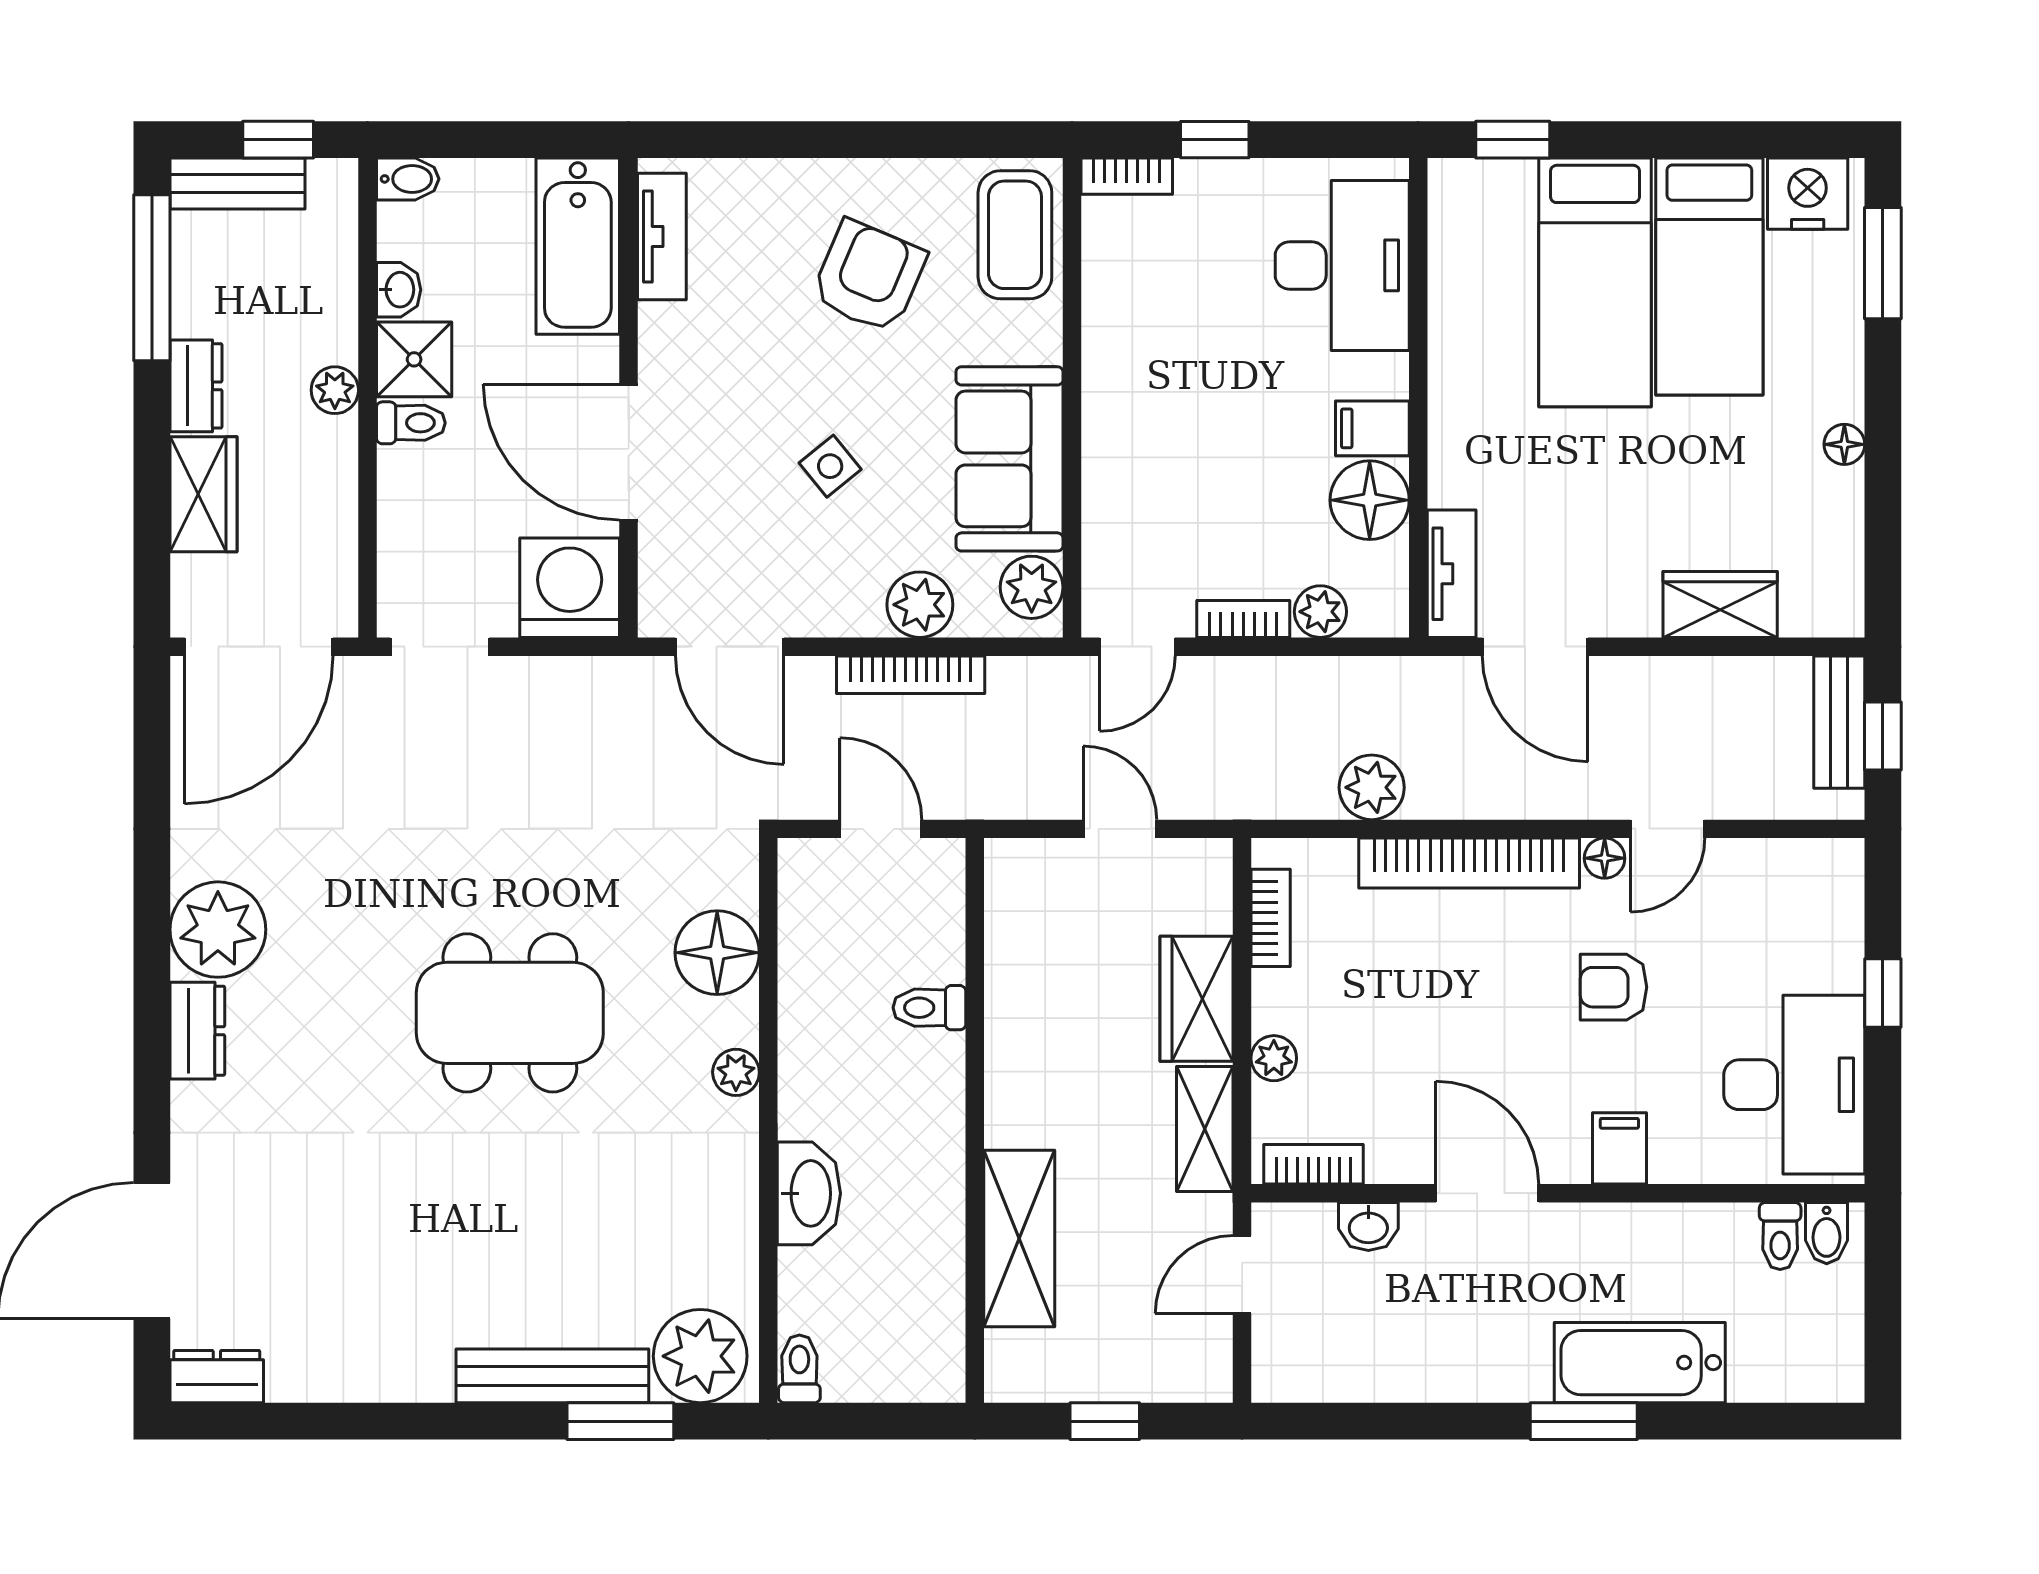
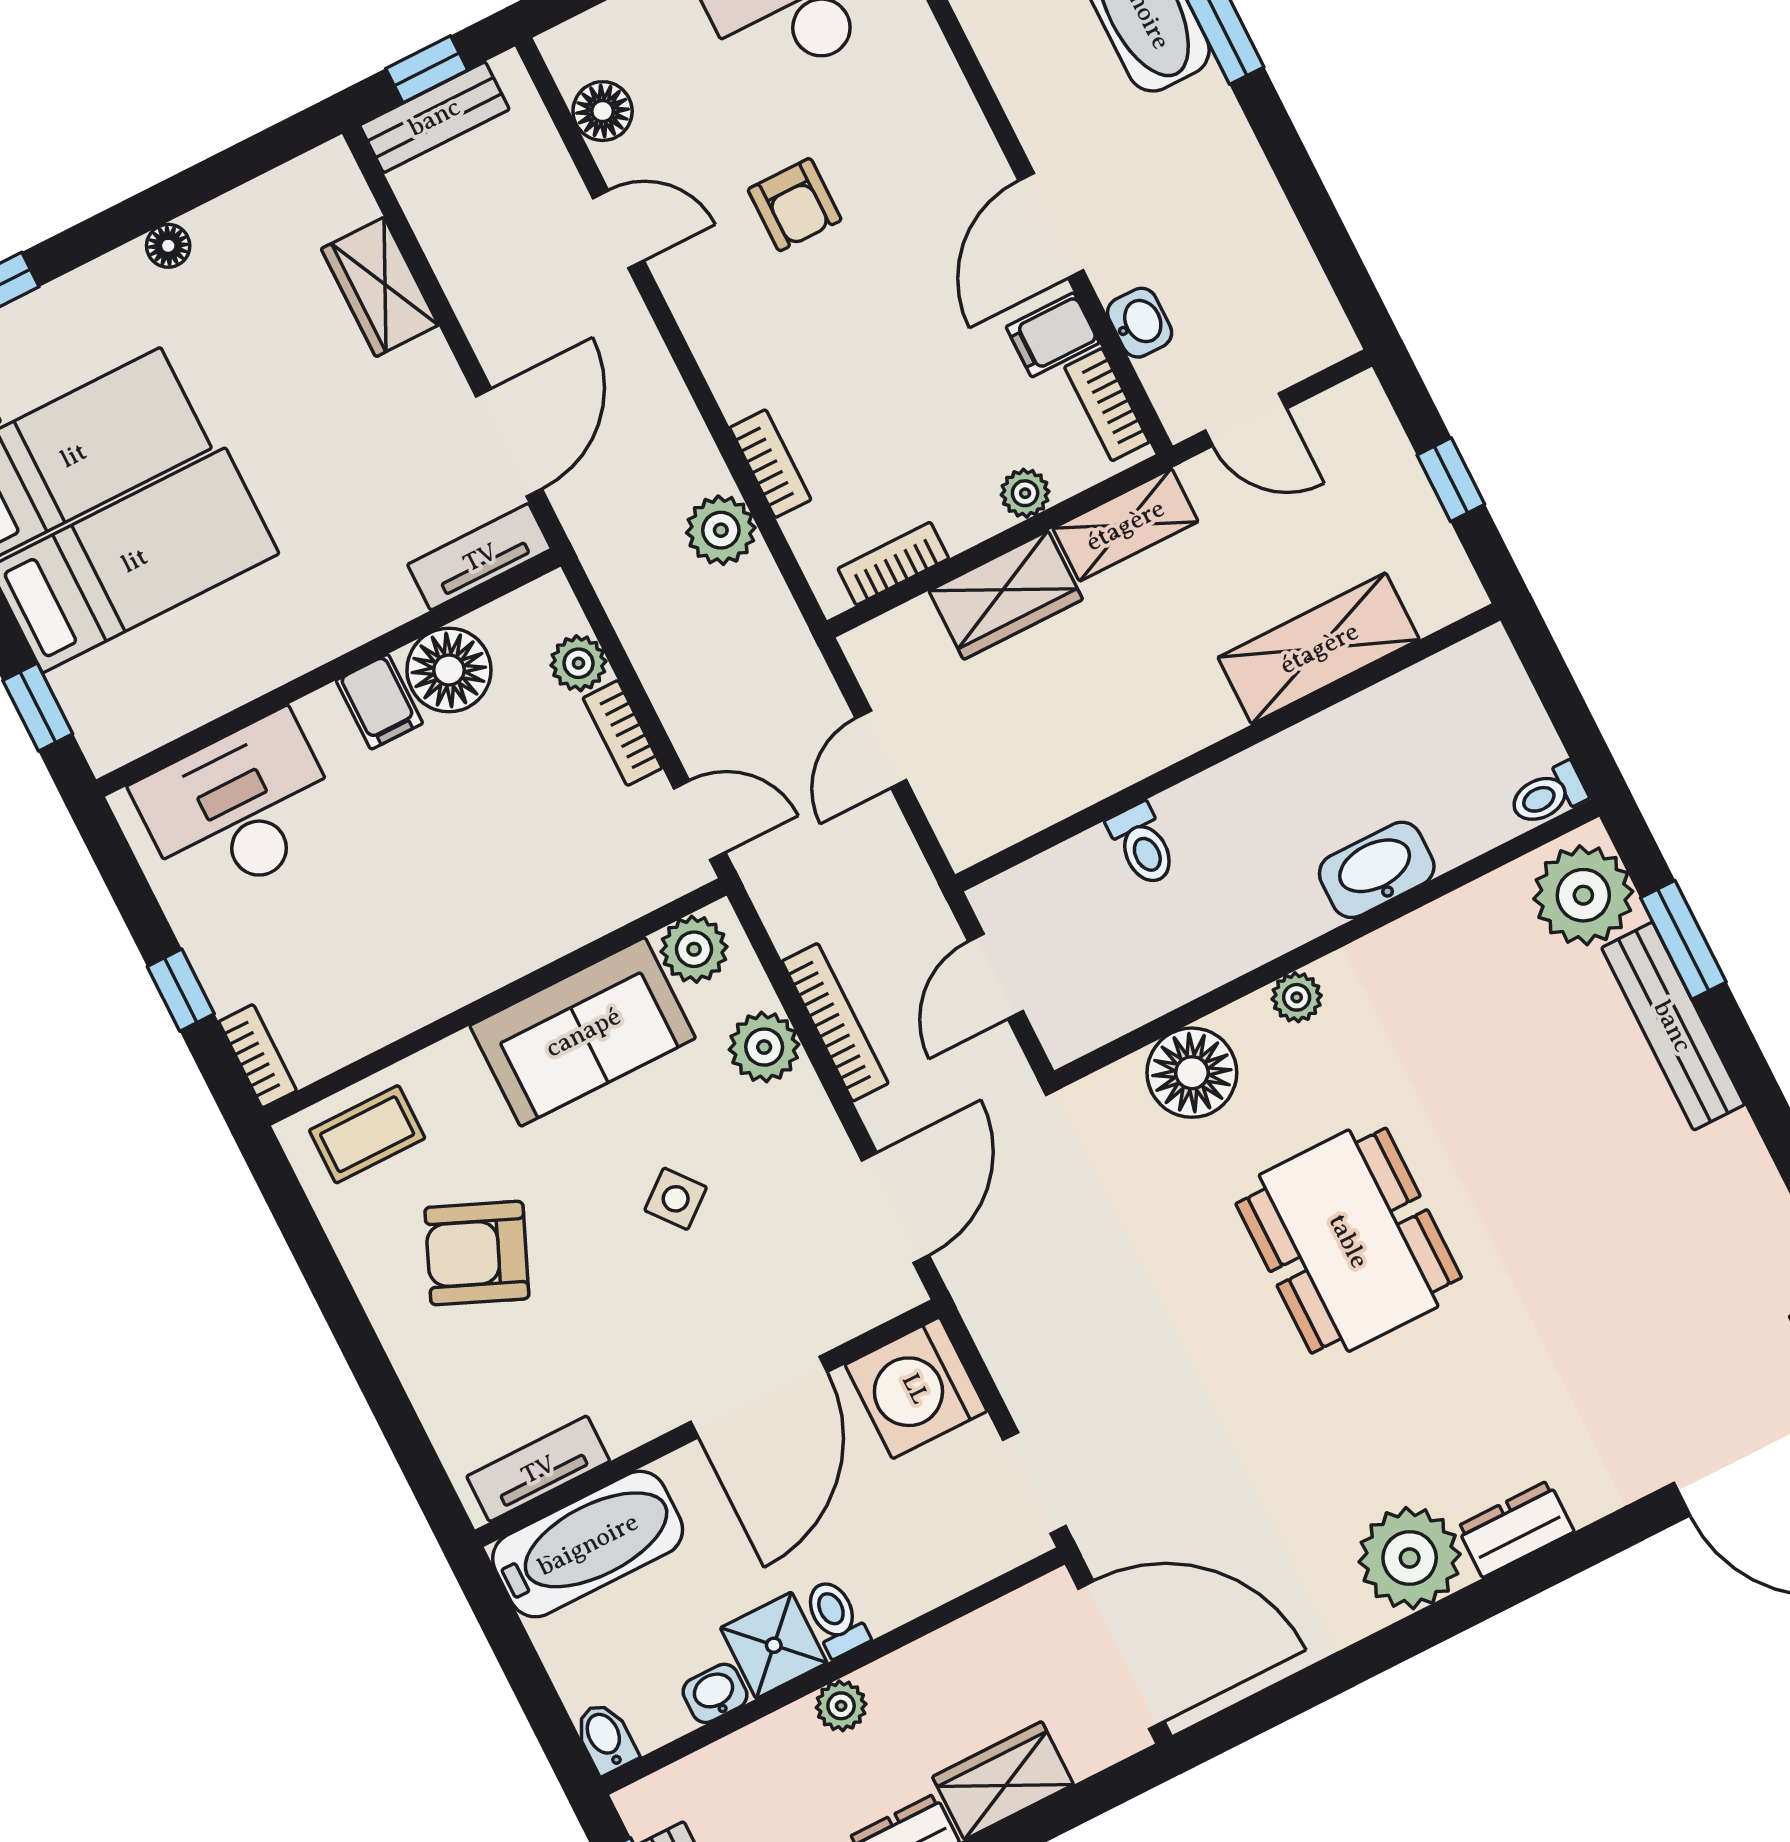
coffee table: (1015, 235) -> (367, 1134), width x0.73, depth x0.77
floor lamp: (1605, 858) -> (603, 111), moved, width x1.37, depth x1.37
bookcase: (1469, 863) -> (770, 464), width x0.43, depth x0.76
filing cabinet: (1619, 1148) -> (1053, 335), moved

